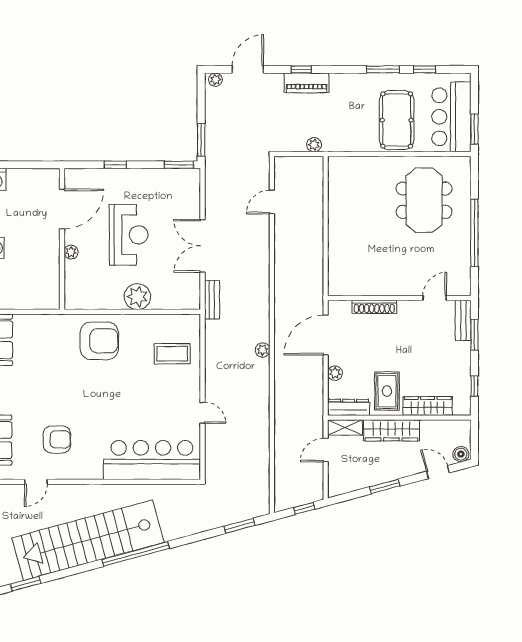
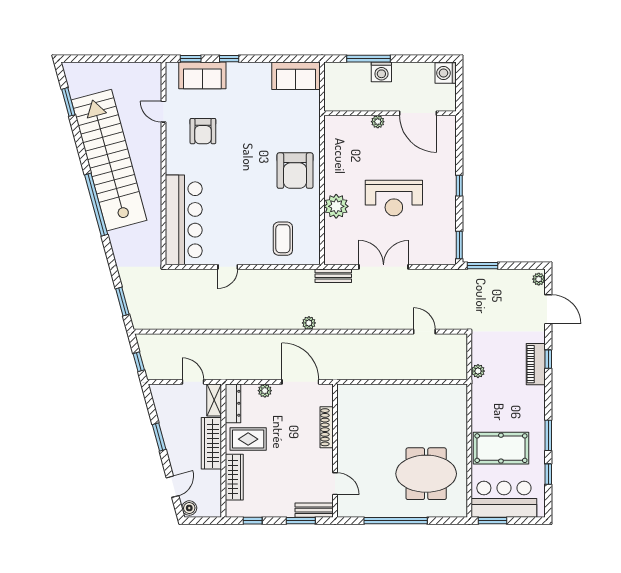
door: (62, 209) -> (418, 113), moved
wall: (62, 239) -> (390, 113), moved
plant: (71, 252) -> (378, 122), moved
plant: (263, 350) -> (309, 323), moved

